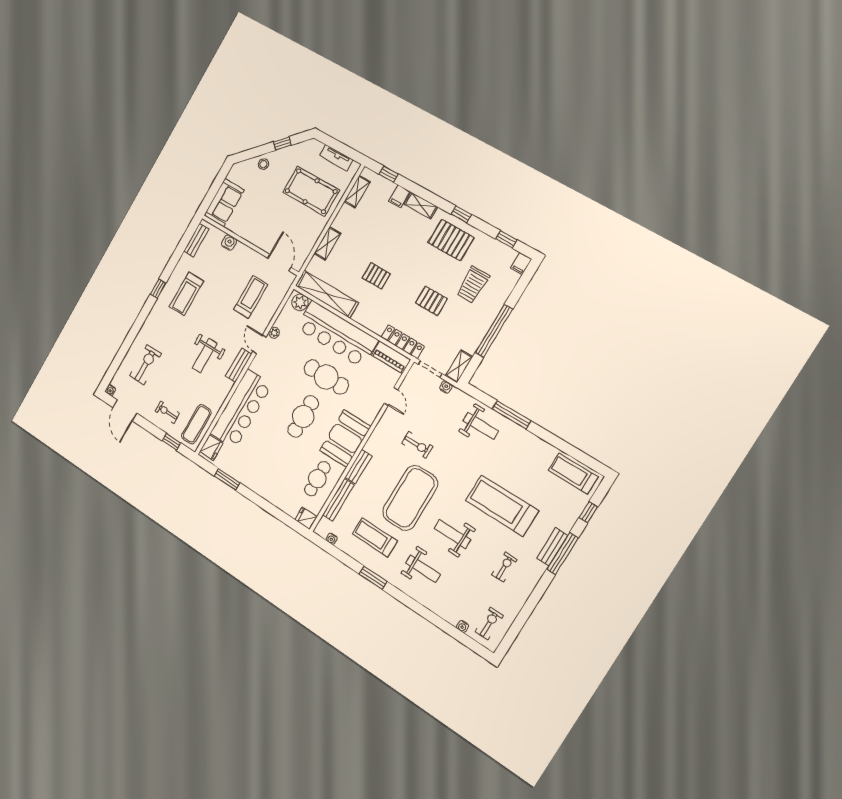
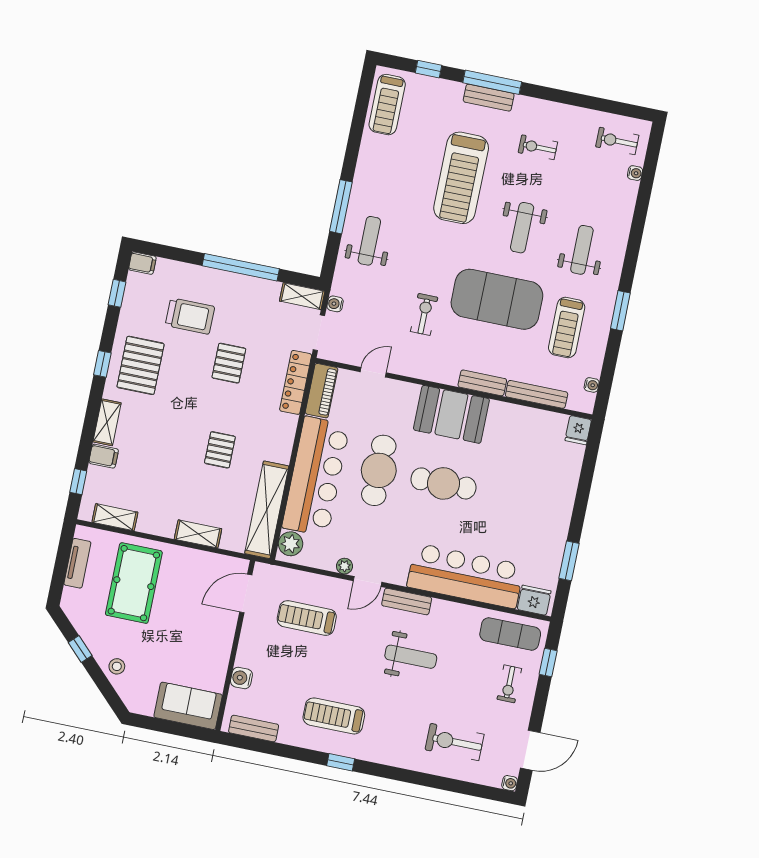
treadmill: (186, 294) -> (334, 716), turned 180
cafe table: (317, 479) -> (519, 433), removed

